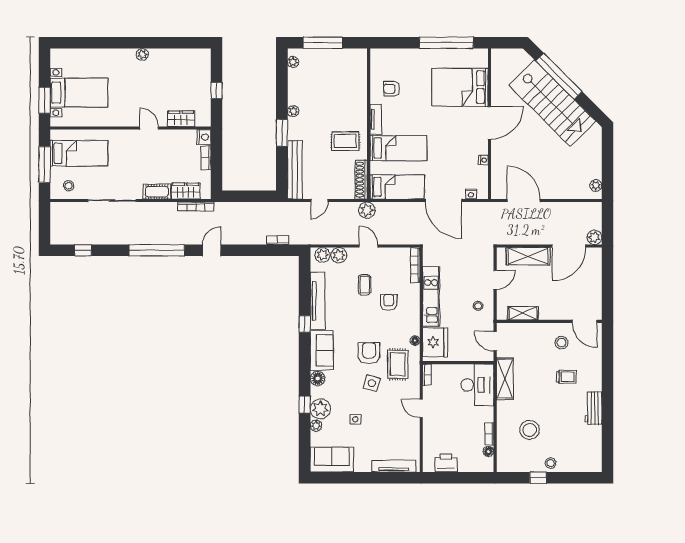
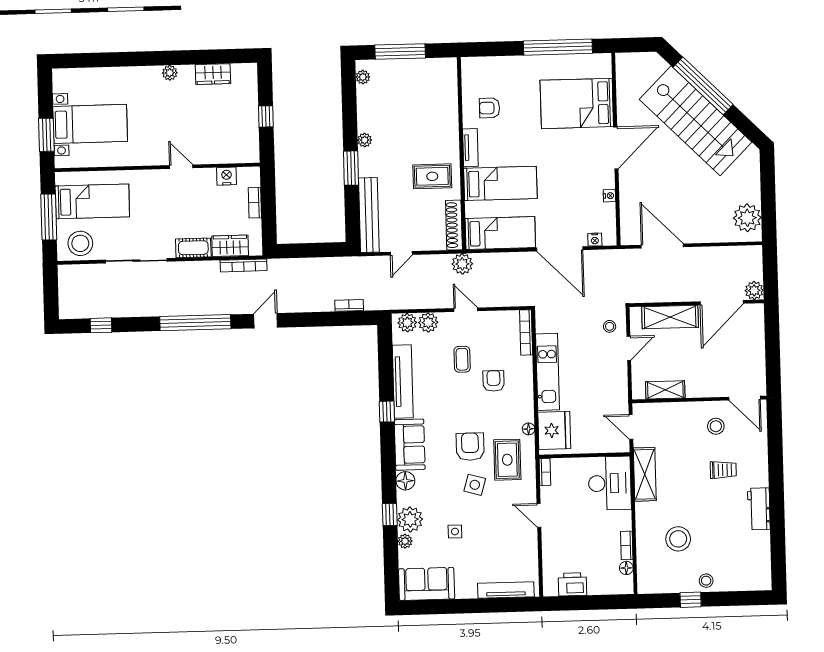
wardrobe: (181, 119) -> (213, 74), moved, turned 180
nightstand: (204, 137) -> (227, 176), moved, turned -90
stool: (69, 186) -> (80, 243), width x1.89, depth x1.89
plant: (596, 186) -> (747, 218), width x1.87, depth x1.87
stool: (478, 306) -> (610, 326), moved

